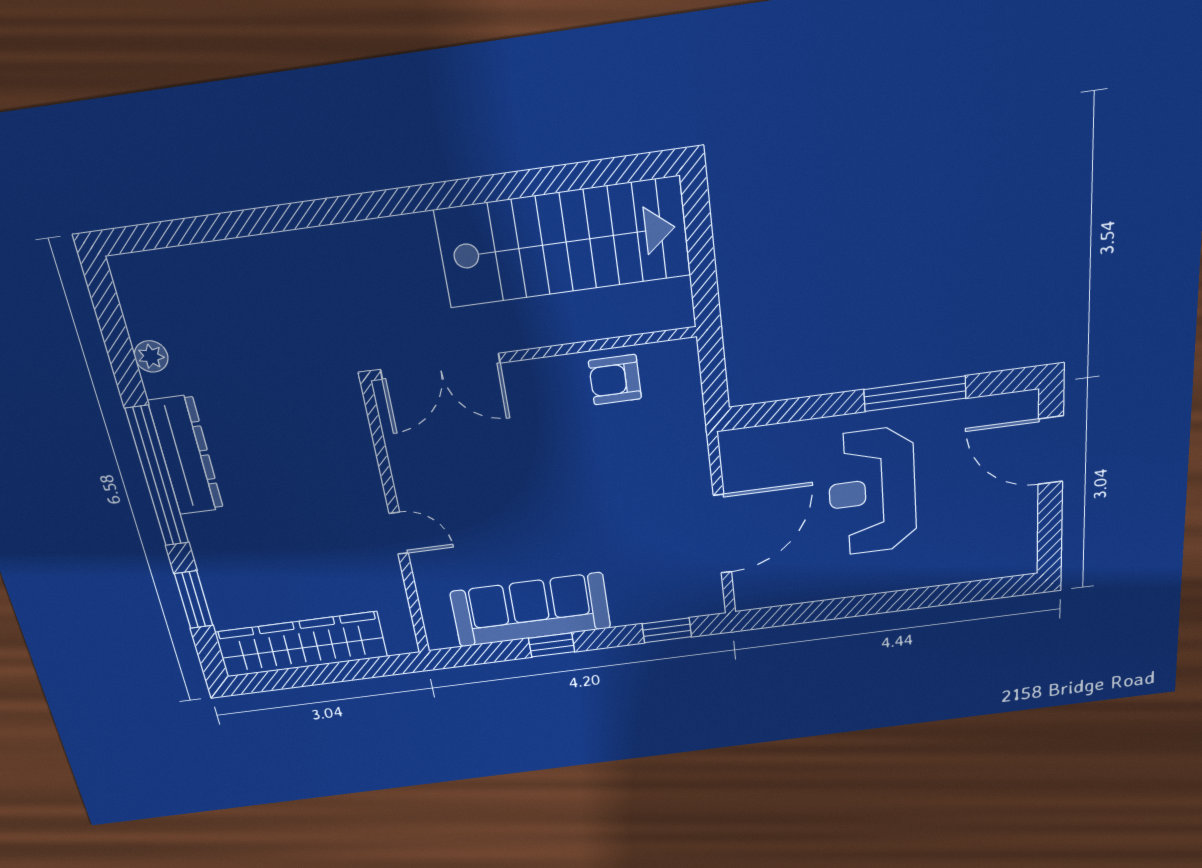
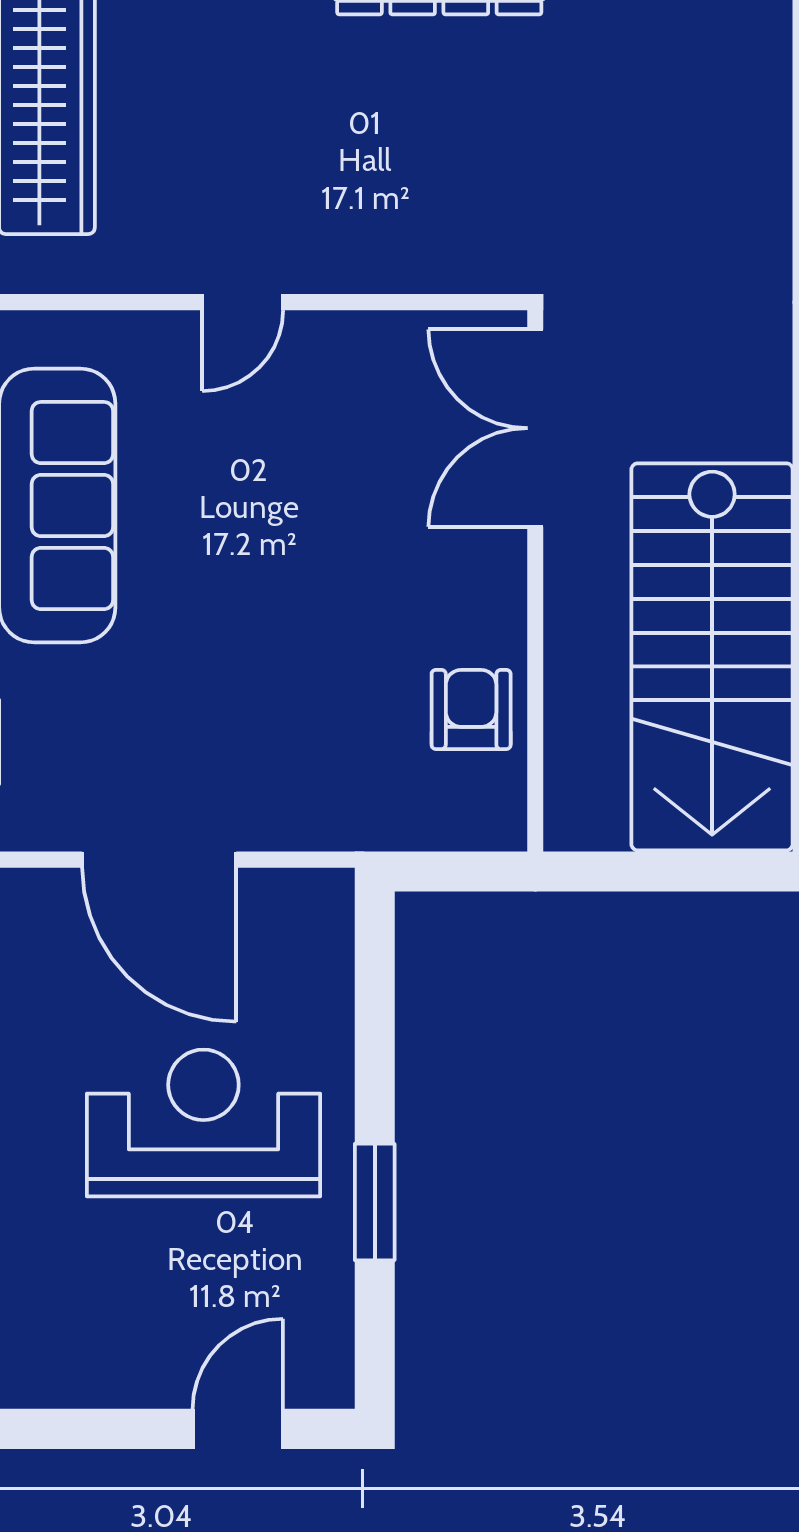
window: (915, 394) -> (375, 1202), width x0.69
door: (1051, 450) -> (238, 1429), width x0.73

